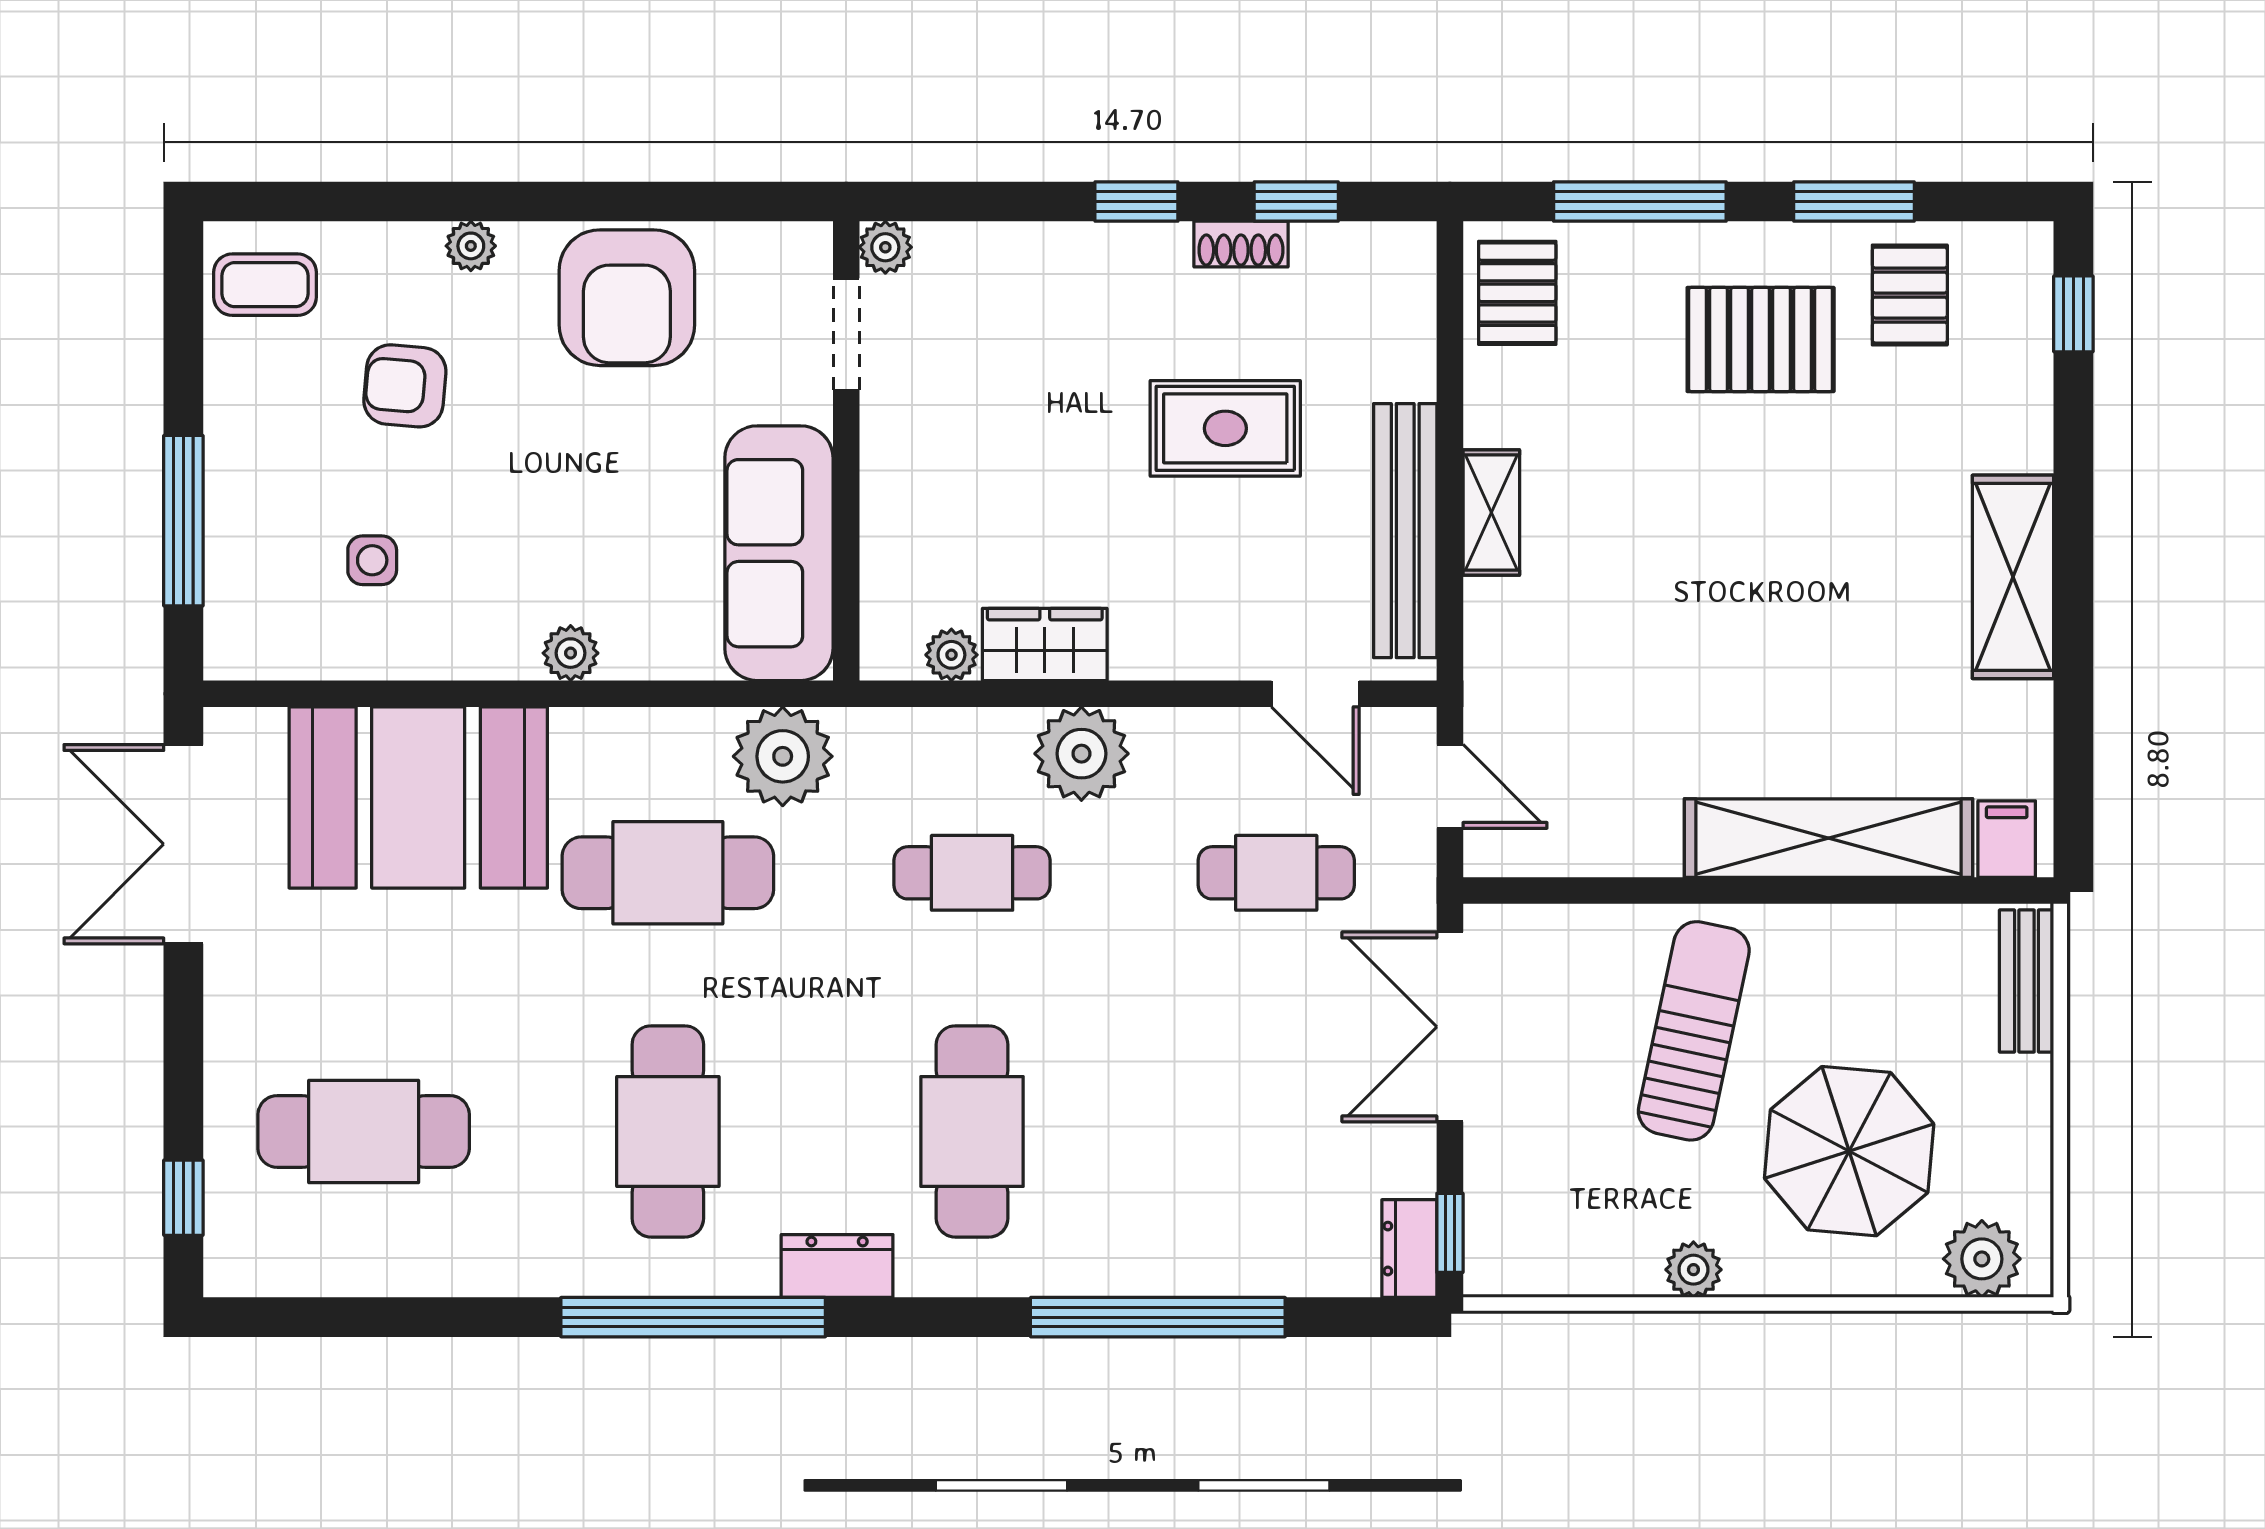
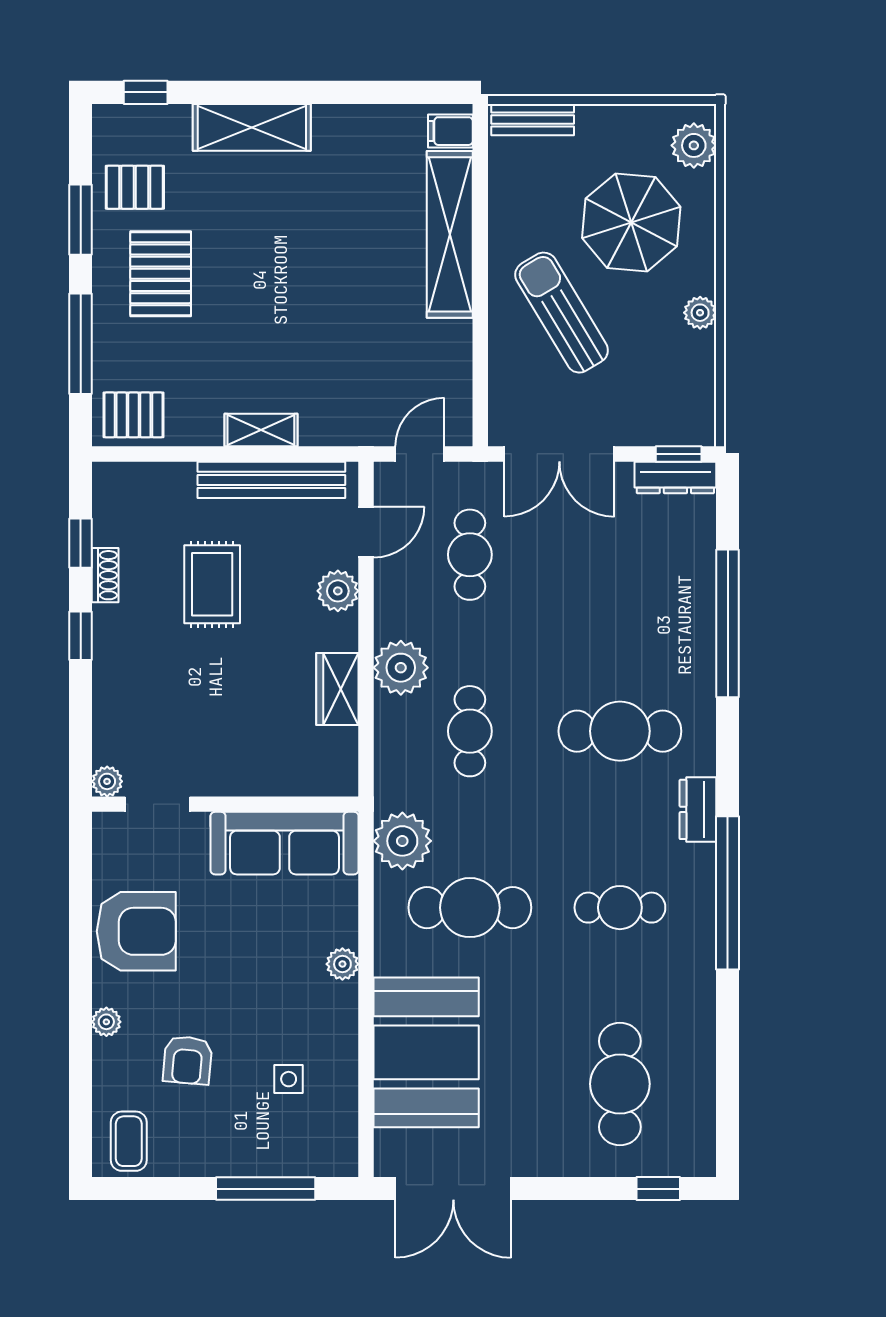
shelving: (2013, 577) -> (252, 127), moved
plant: (951, 655) -> (338, 591), moved, width x1.38, depth x1.38
cafe table: (668, 873) -> (470, 908), turned 90
sun lounger: (1694, 1031) -> (562, 313), turned 47
cafe table: (668, 1131) -> (620, 908), width x0.73, depth x0.74
dresser: (1409, 1249) -> (675, 478), width x1.44

